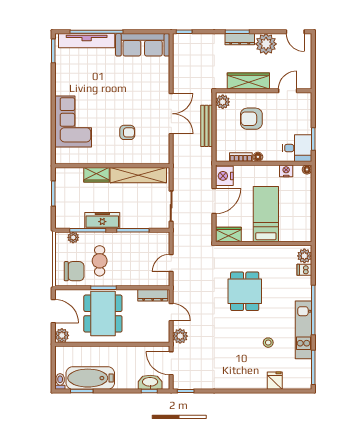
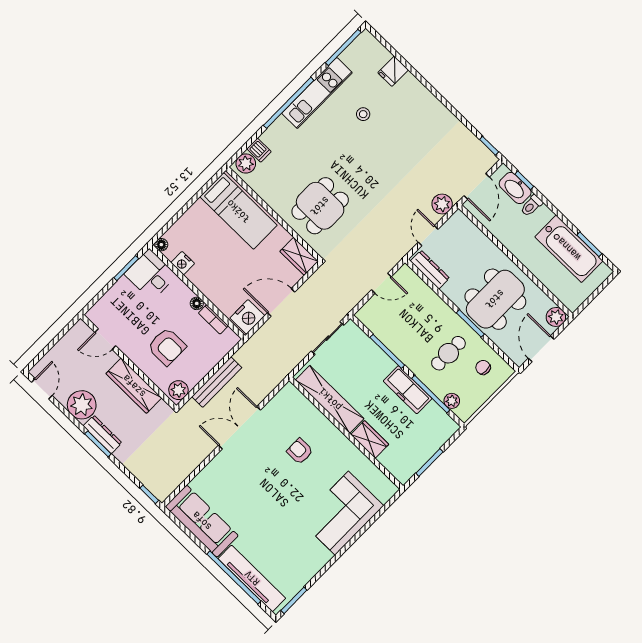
bed: (266, 214) -> (238, 211), moved, turned -90
chair: (74, 271) -> (483, 367), width x0.54, depth x0.54
dining table: (245, 291) -> (320, 206), moved
toilet: (60, 382) -> (532, 206), moved

